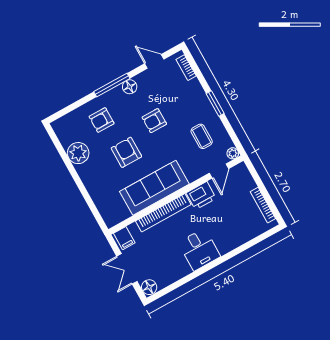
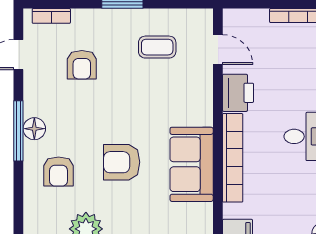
floor lamp: (130, 87) -> (34, 129), moved
armchair: (154, 121) -> (82, 65), moved
plant: (233, 153) -> (204, 17), removed
sofa: (154, 188) -> (192, 164), width x0.73

